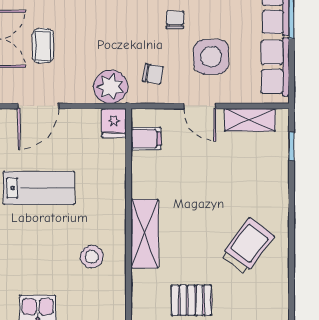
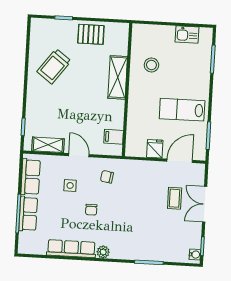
side table: (211, 57) -> (70, 185), width x0.54, depth x0.54
plant: (111, 87) -> (134, 170), removed
fridge: (114, 123) -> (155, 149), moved

